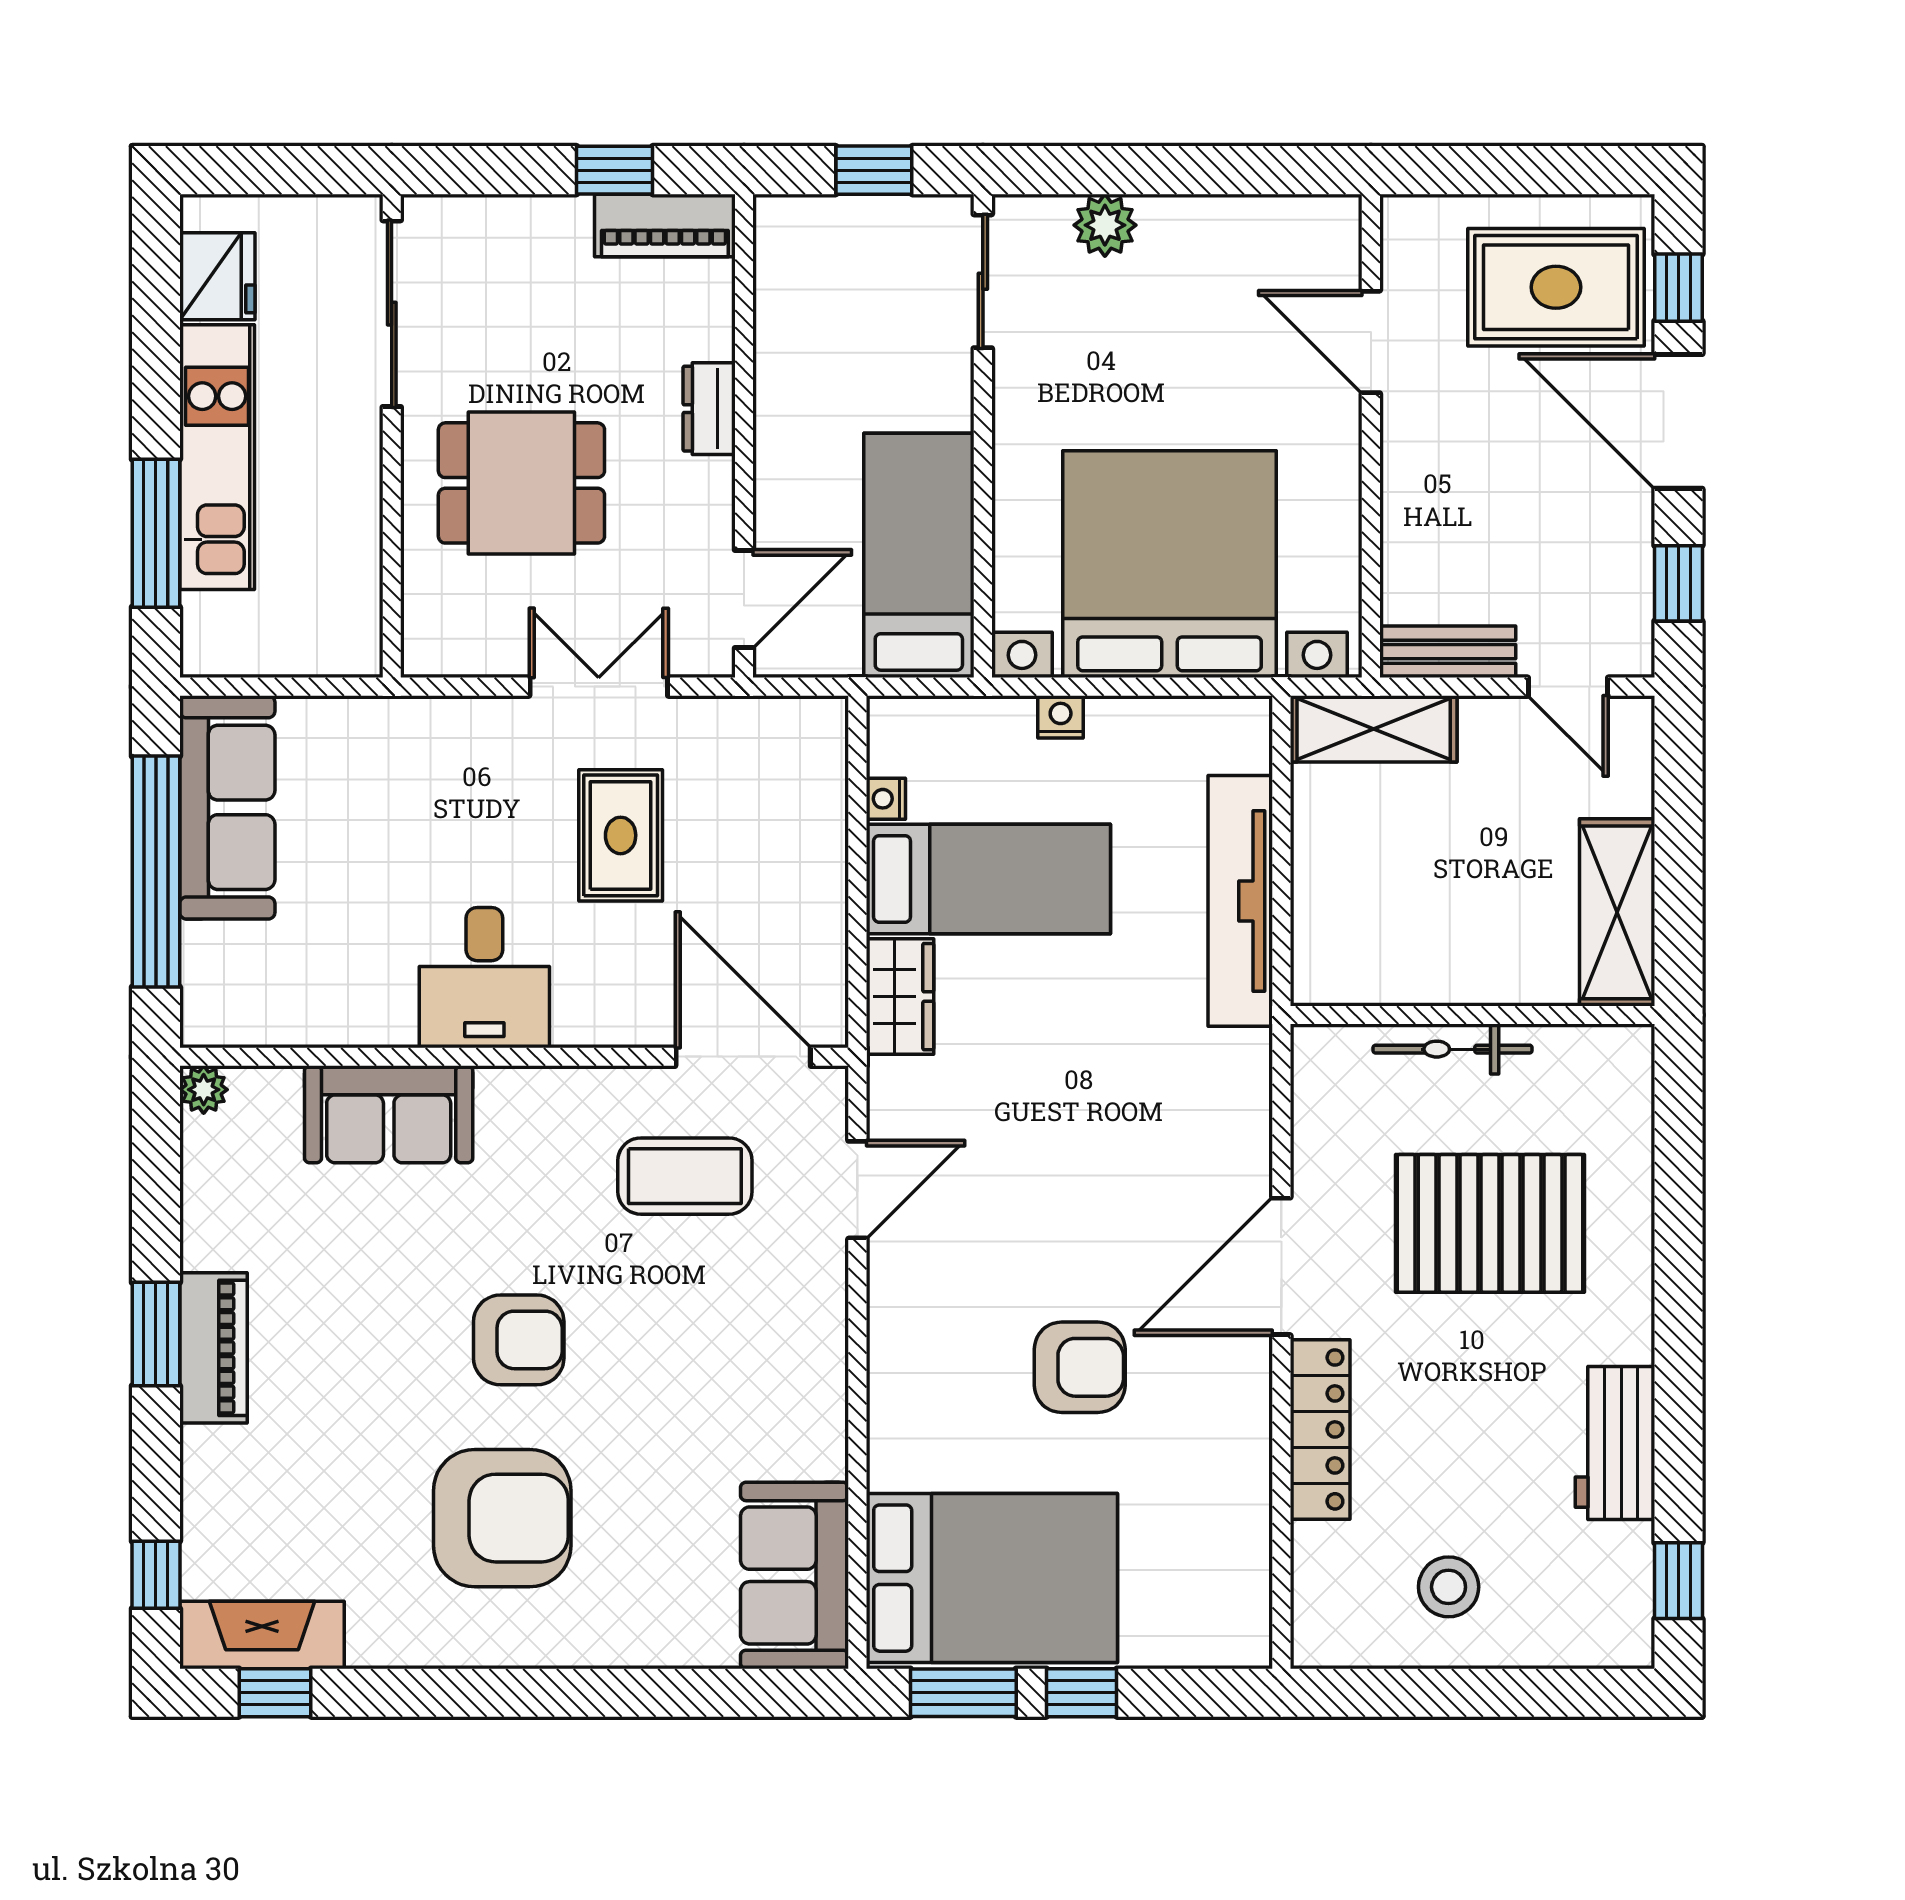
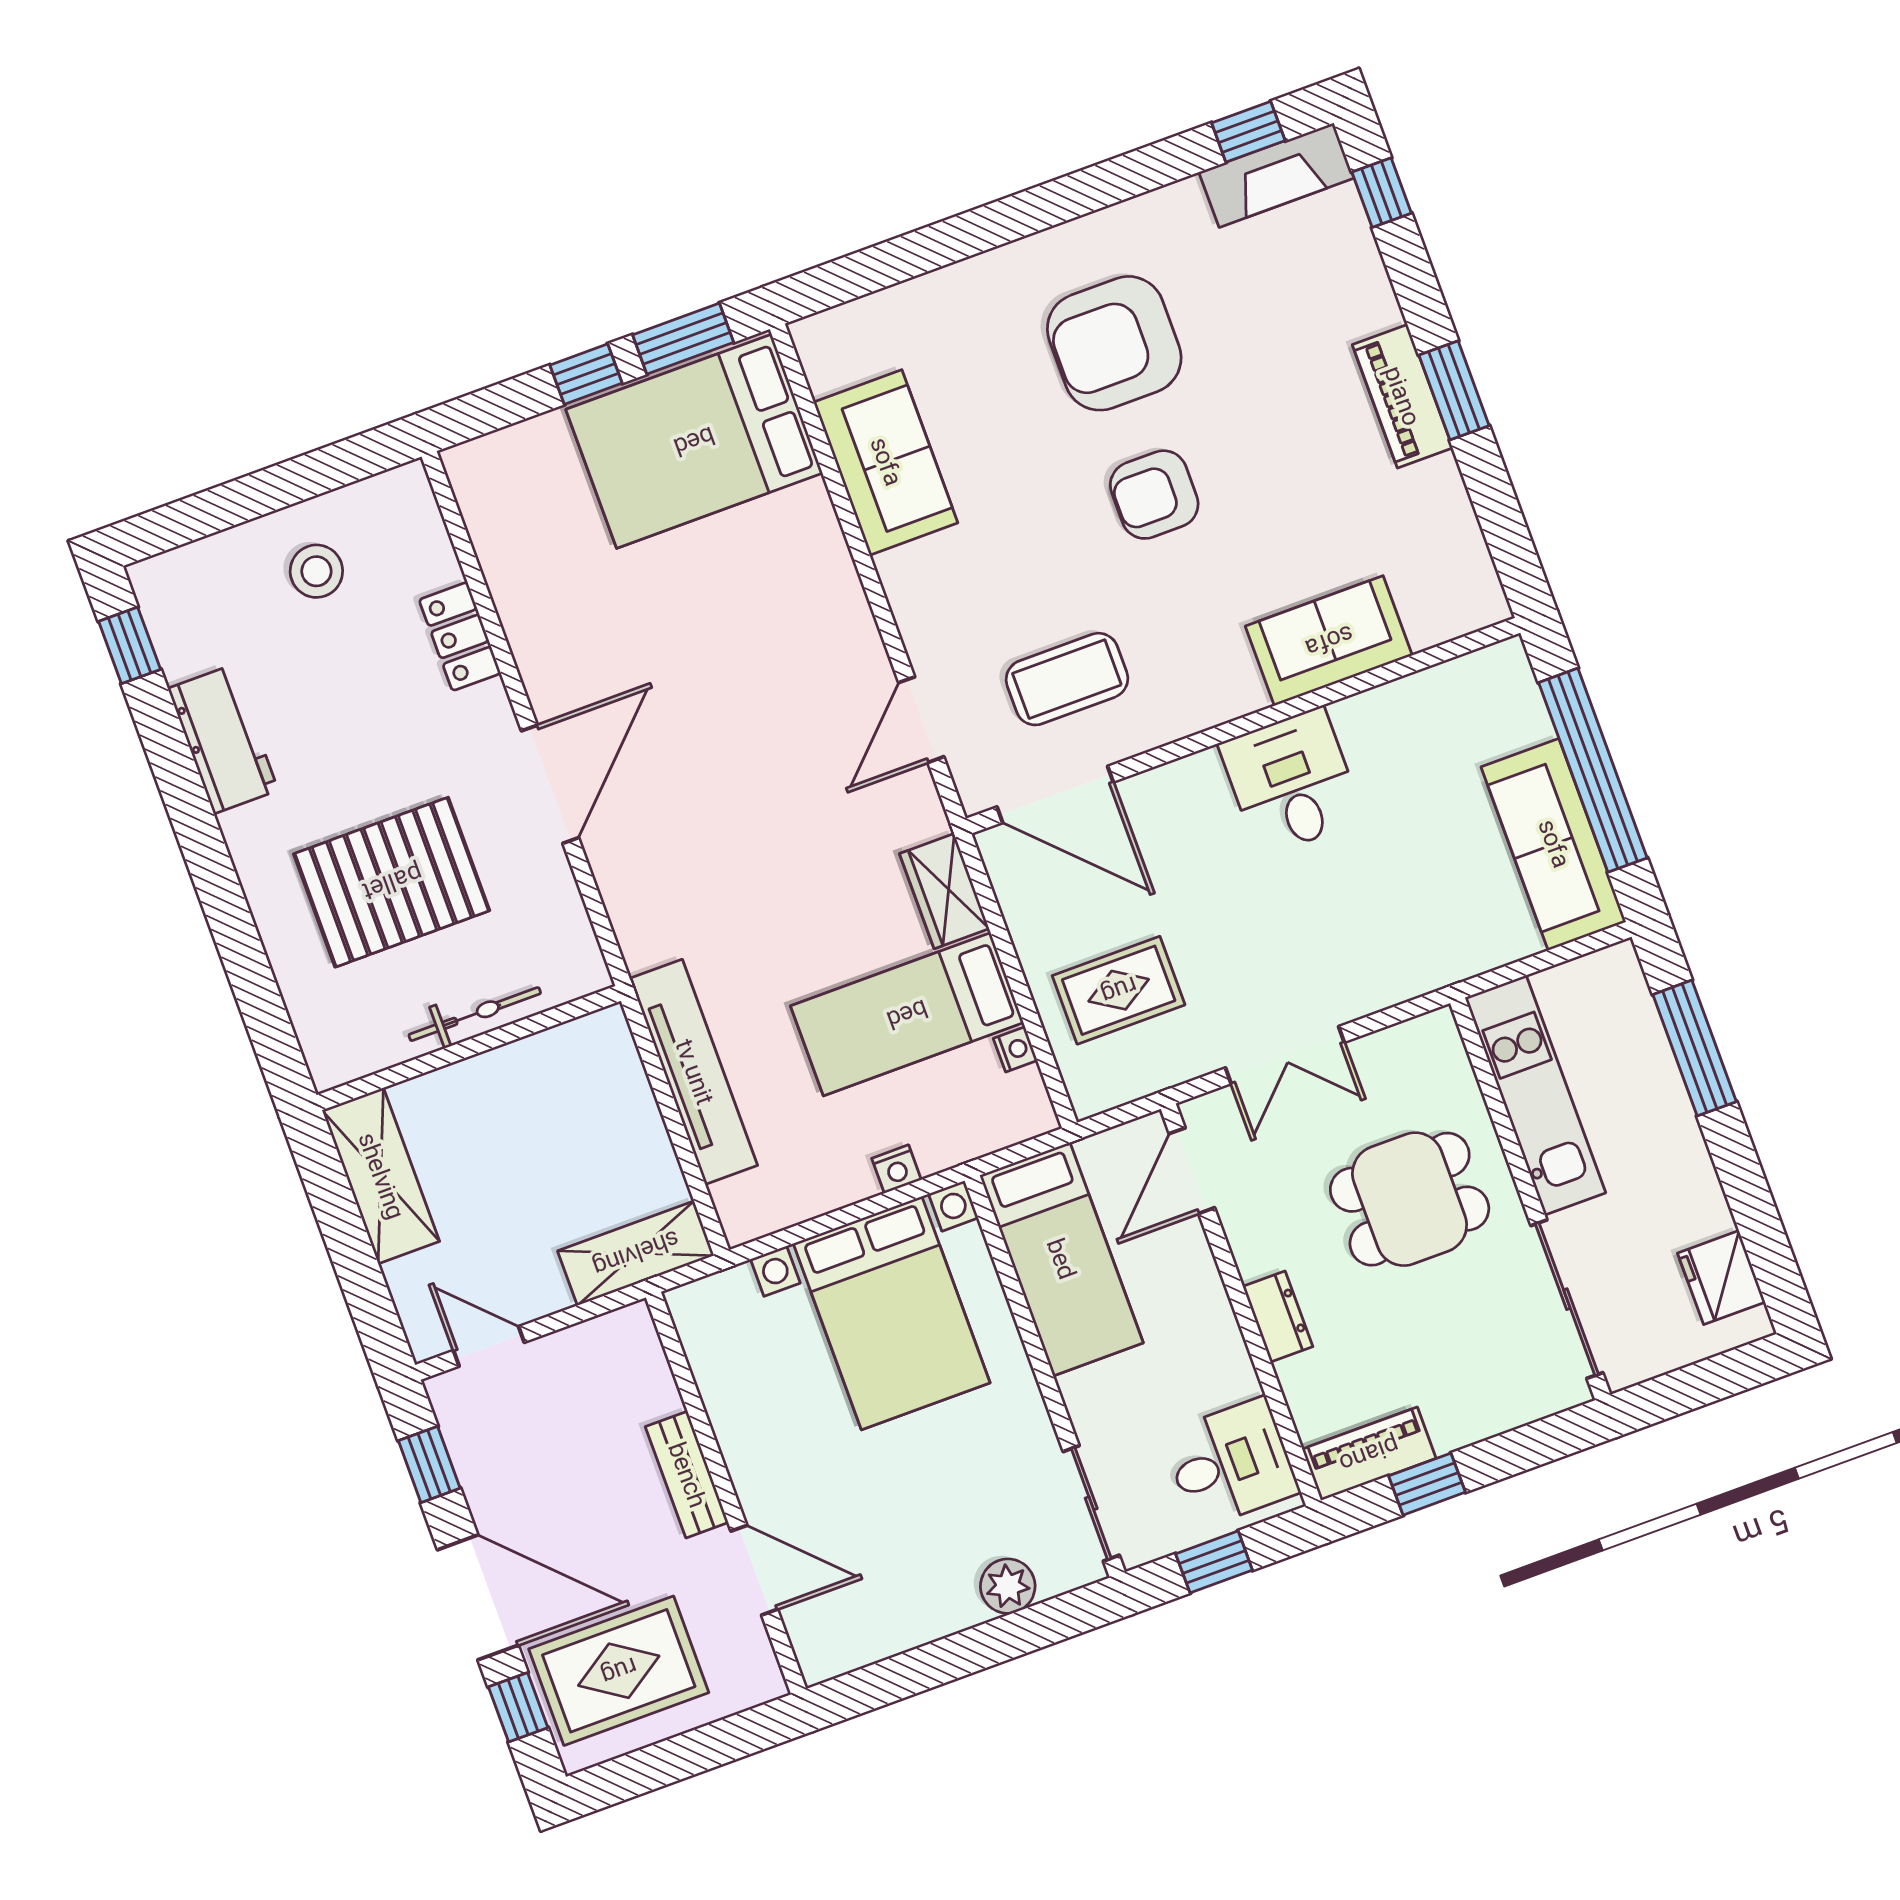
desk: (817, 270) -> (1231, 1463), added
kitchen unit: (217, 457) -> (1535, 1095), moved, turned 180
bed with nightstands: (1170, 564) -> (892, 1313), width x0.73
bench: (1448, 652) -> (687, 1475), moved, turned 90
rug: (621, 835) -> (1119, 990), moved, turned 90
plant: (204, 1090) -> (1488, 605), removed
armchair: (1080, 1367) -> (685, 641), removed
locker: (1320, 1429) -> (460, 636), width x0.66
sofa: (795, 1575) -> (886, 462), moved

